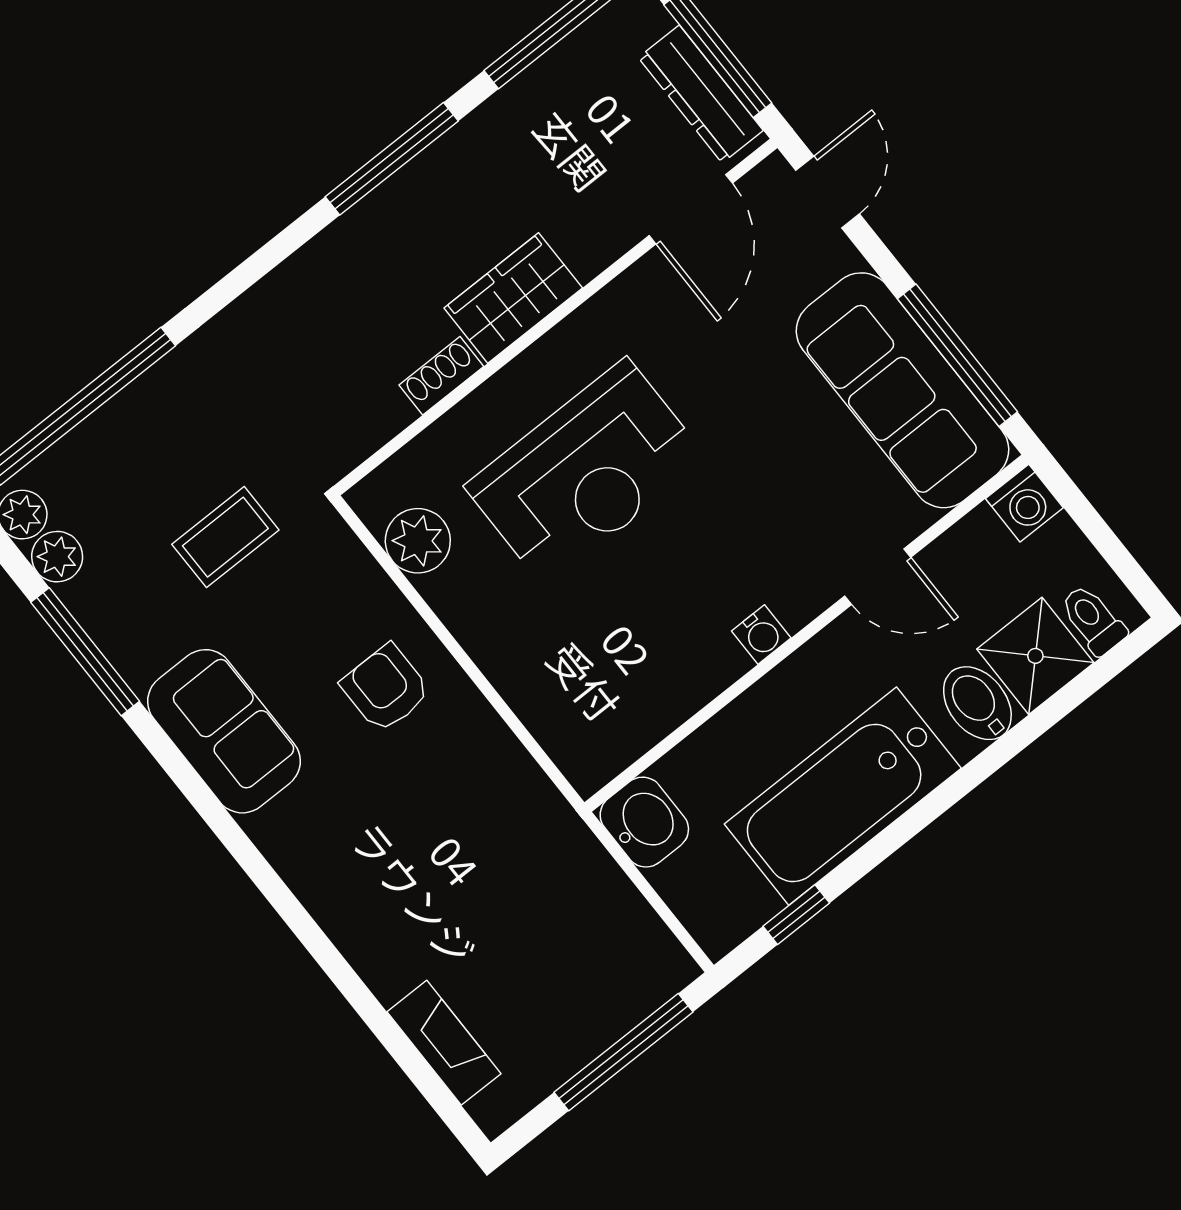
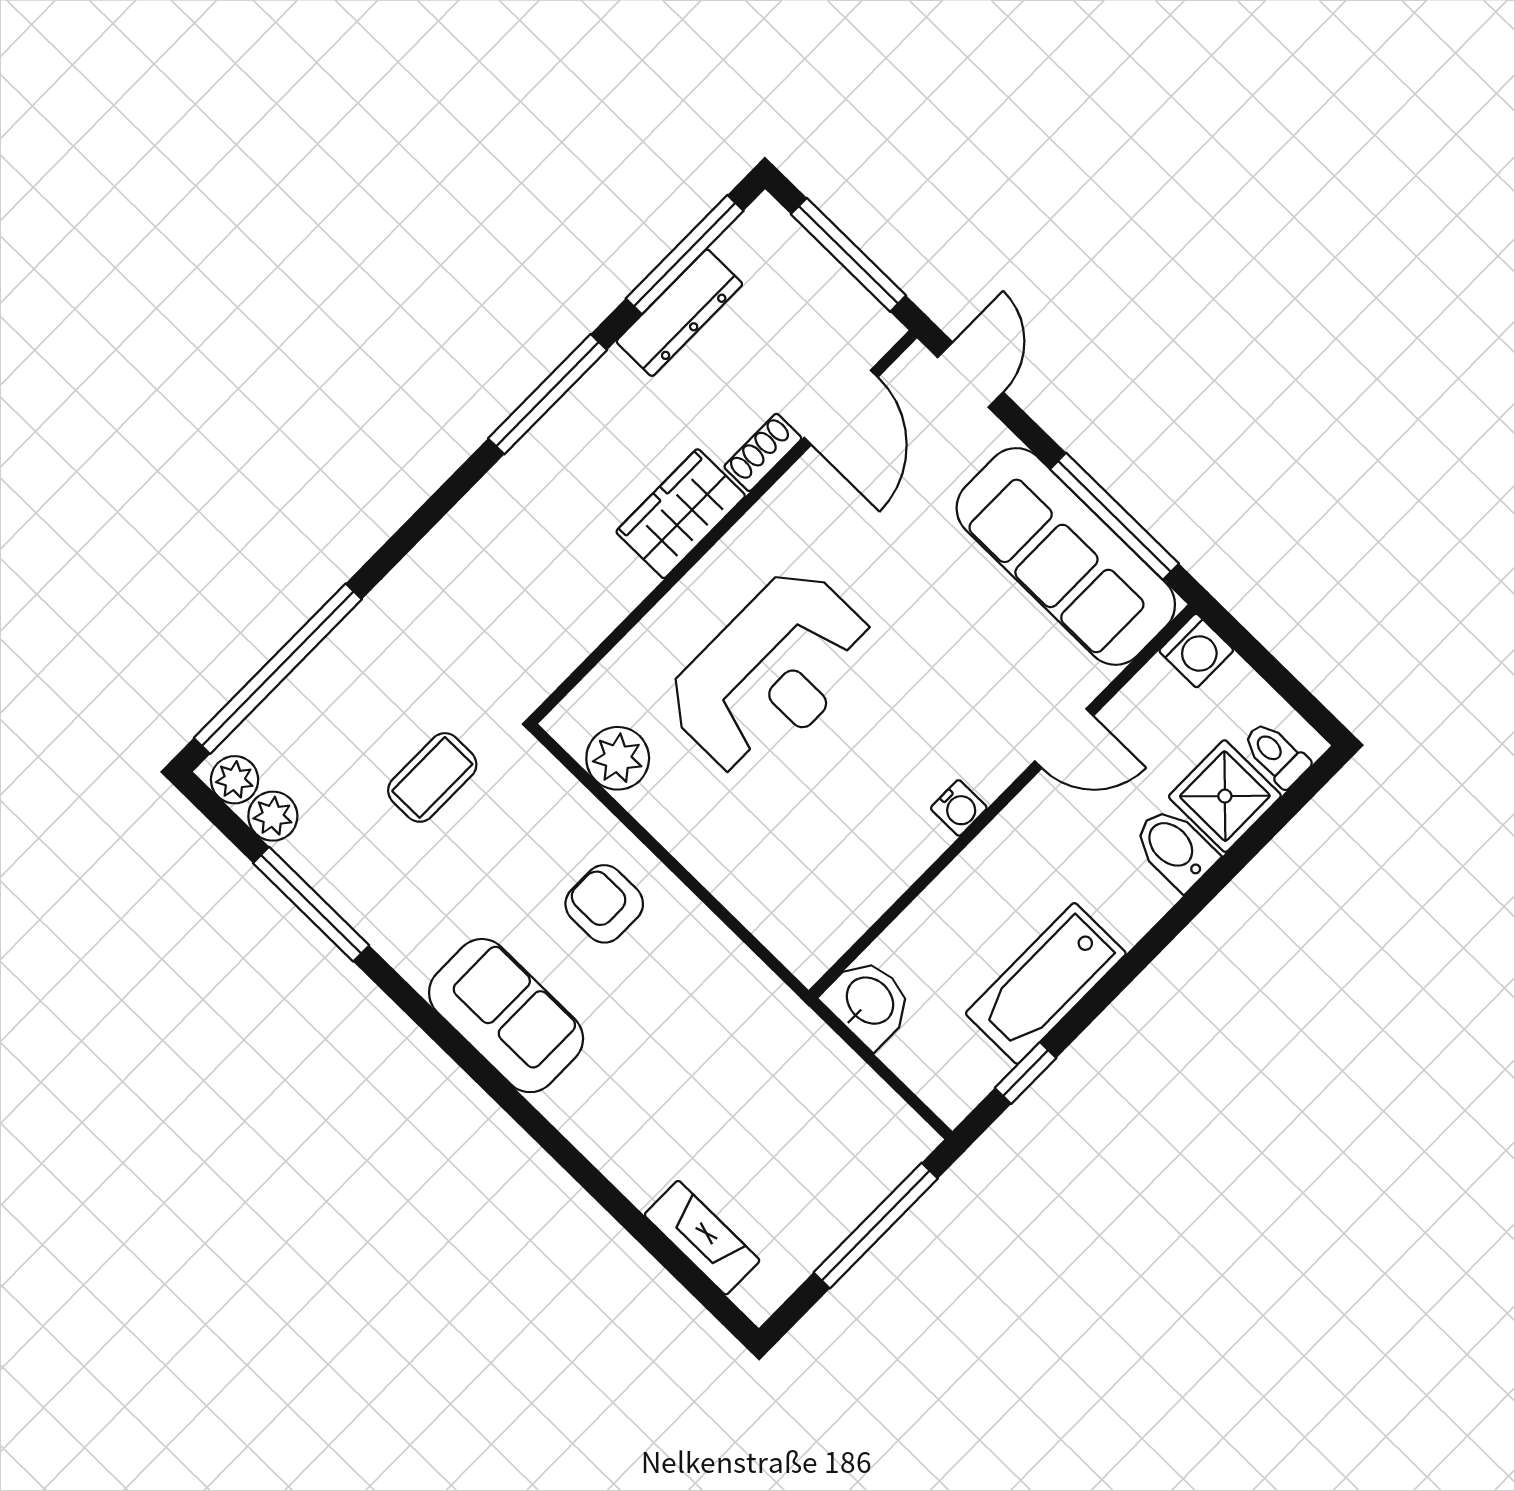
dresser: (701, 94) -> (679, 313), moved, turned -90
shoe rack: (441, 376) -> (763, 452), moved
sofa: (224, 731) -> (506, 1016), moved
bathtub: (843, 796) -> (1046, 983), width x0.73, depth x0.73

